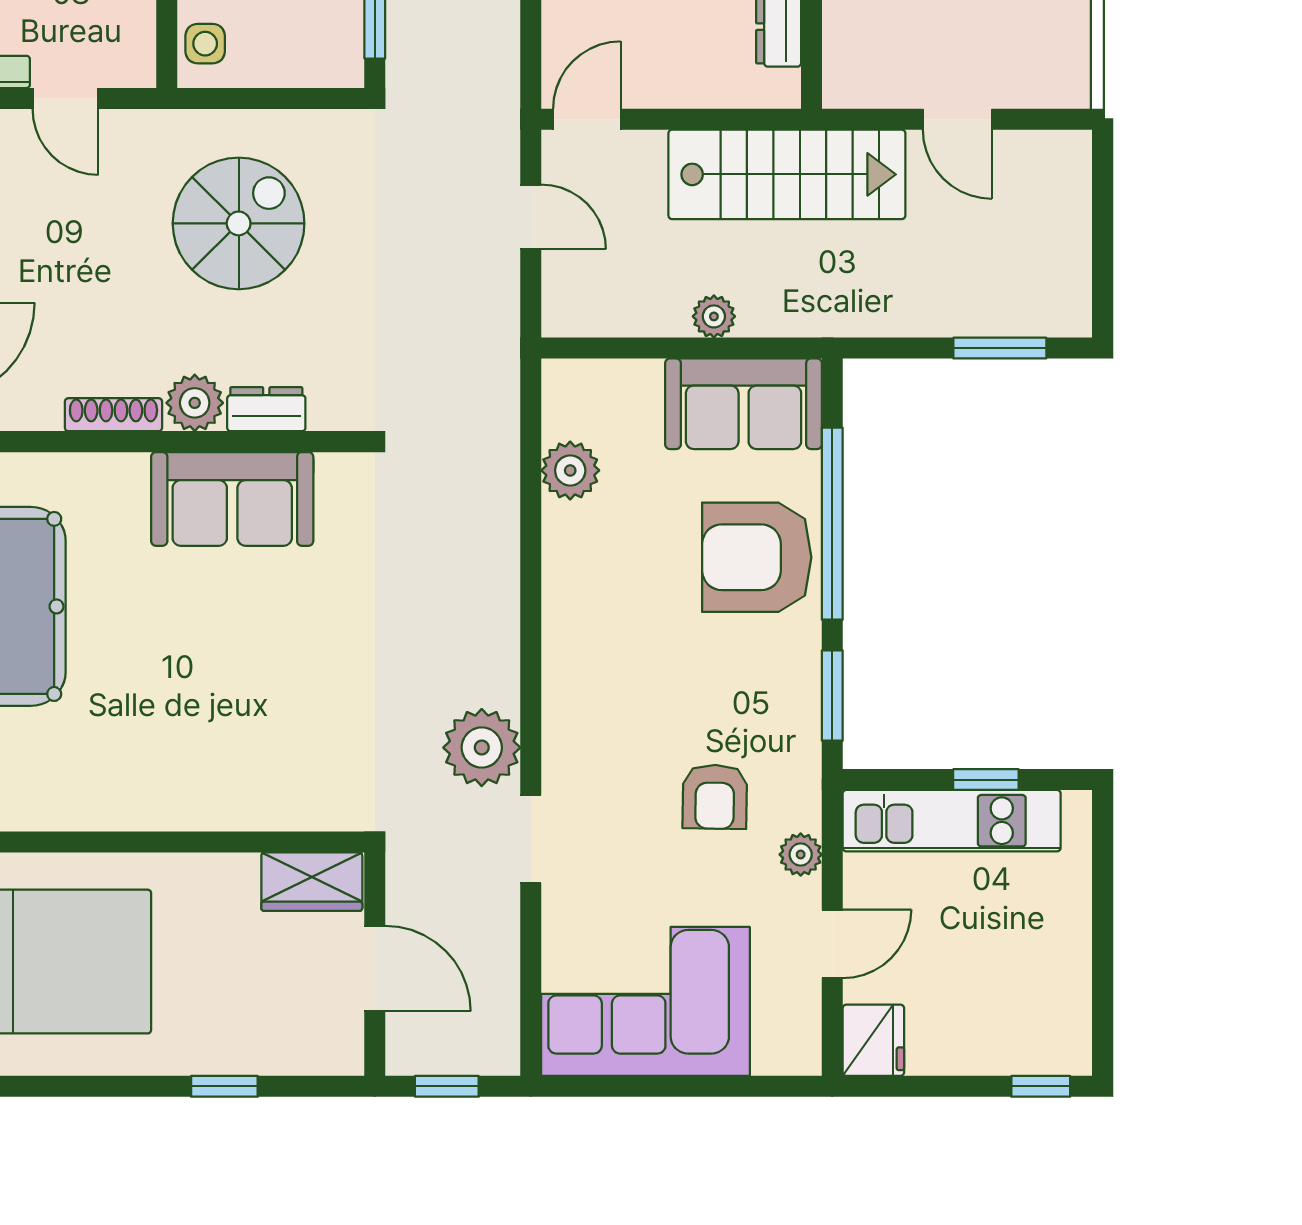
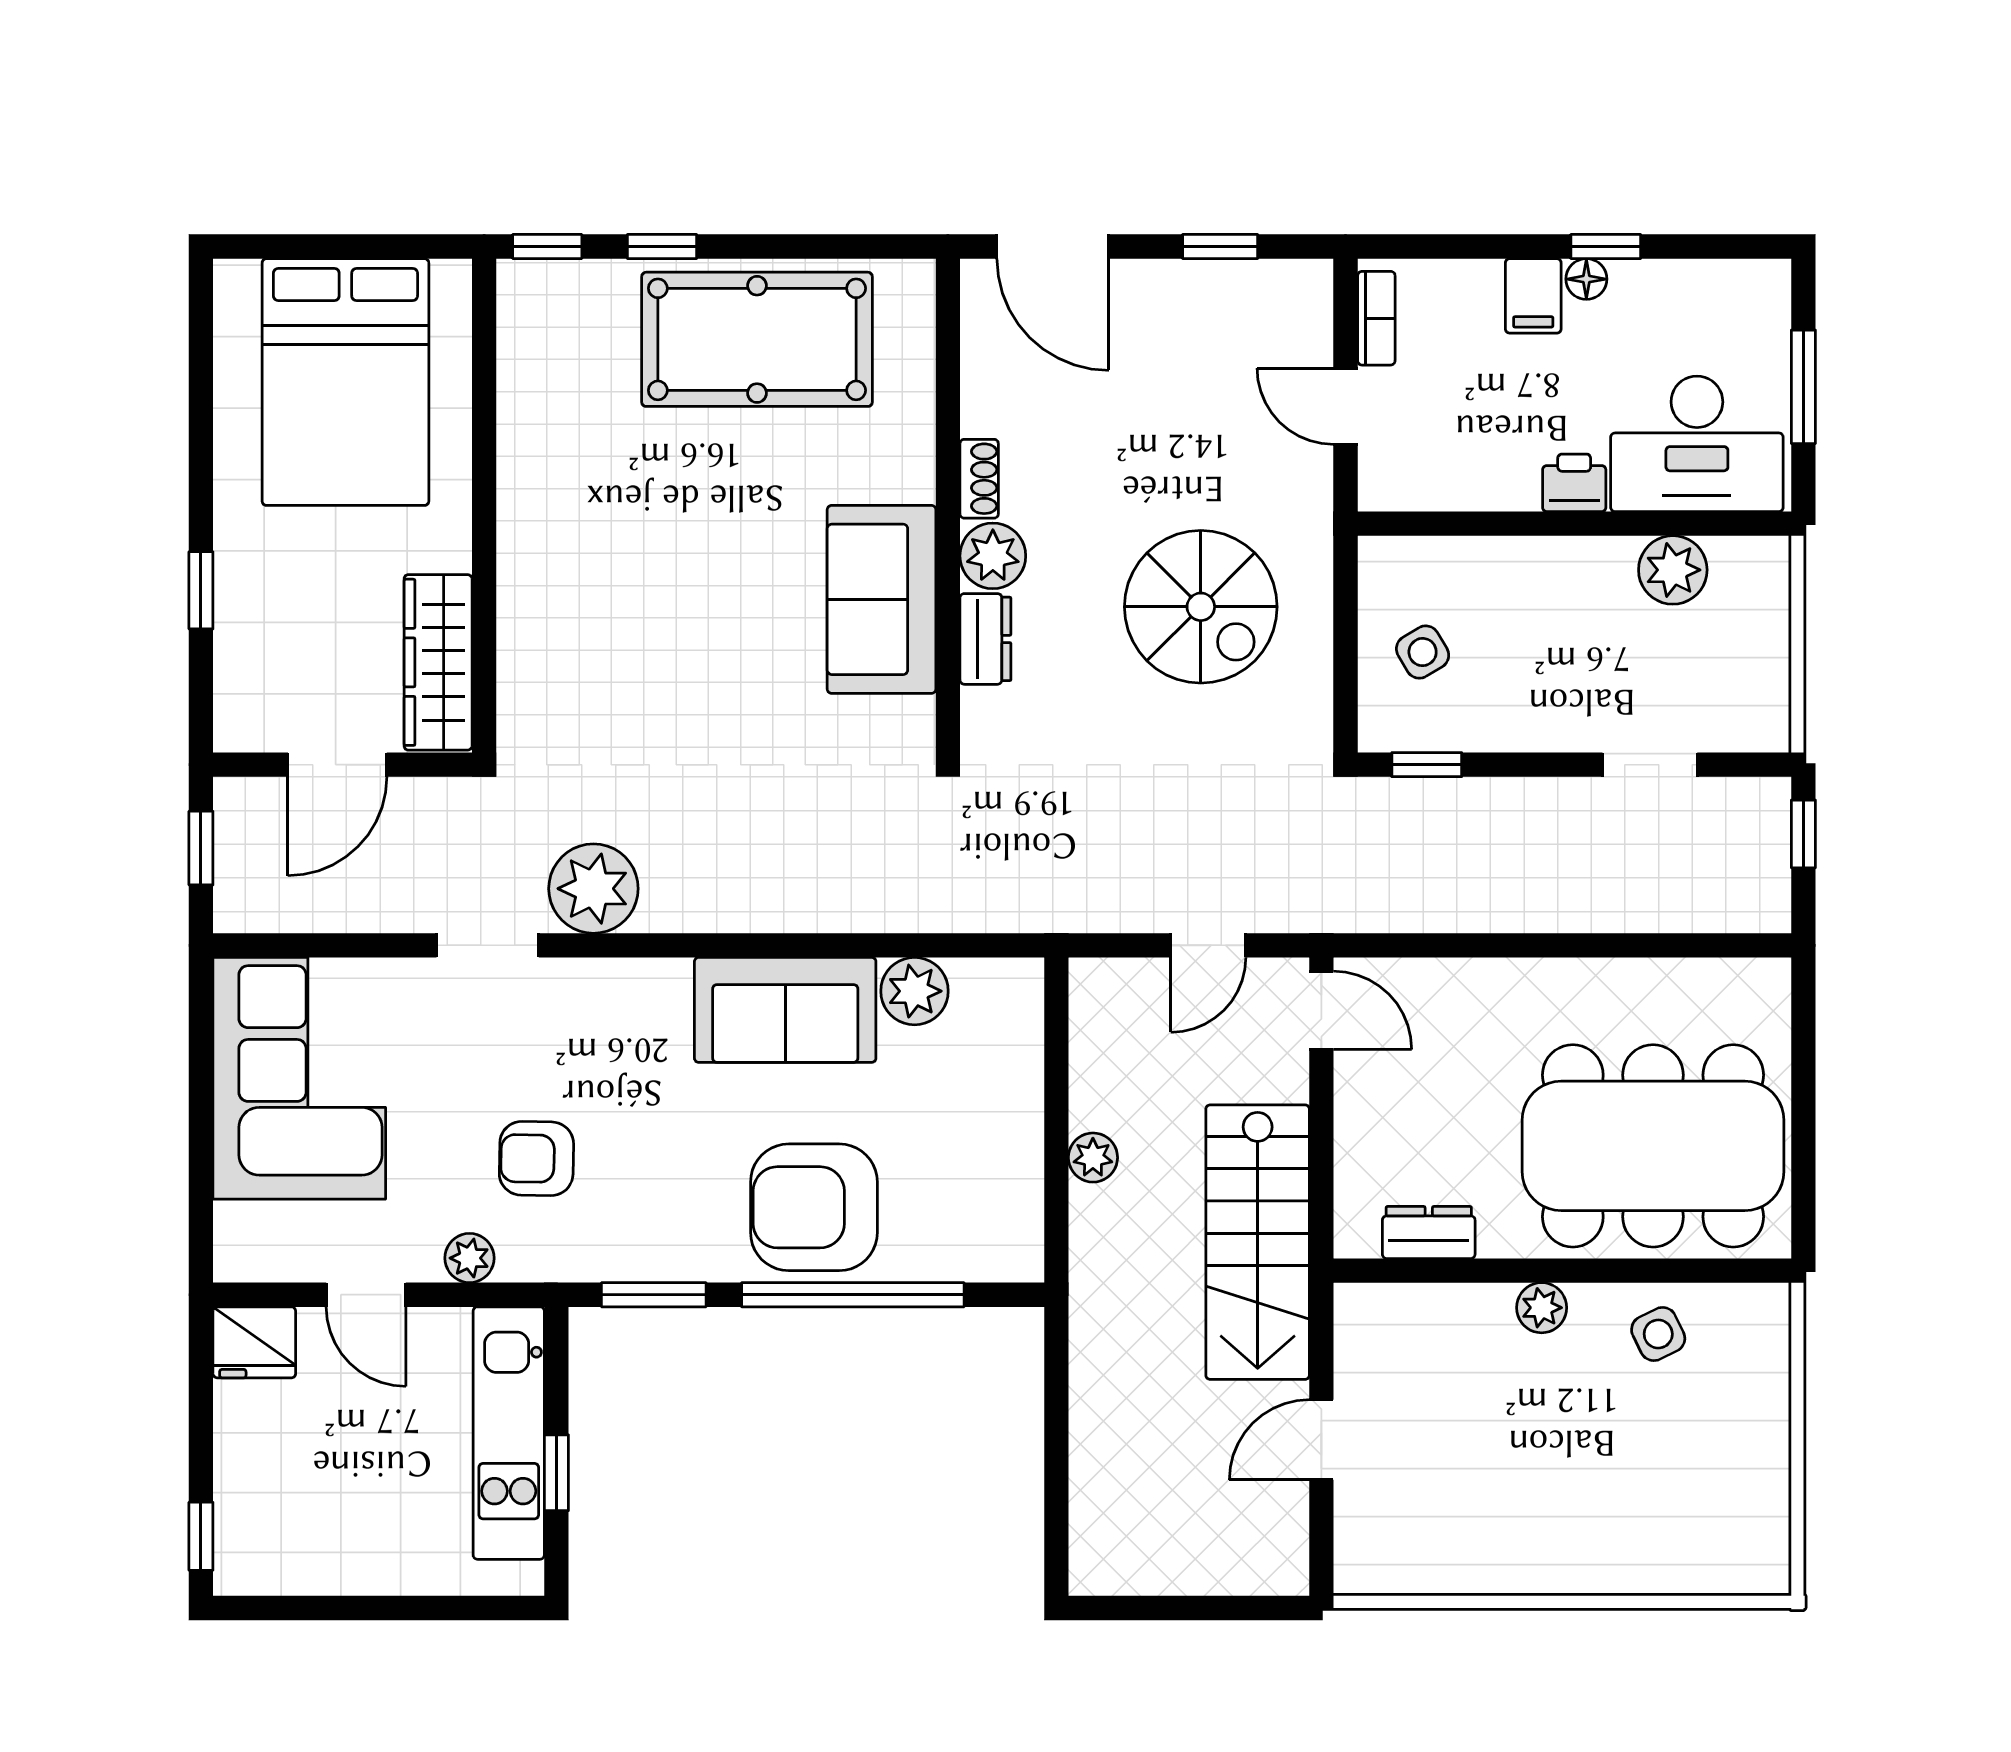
side table: (205, 44) -> (1423, 652), moved, turned -31
door: (66, 99) -> (1346, 406), hinge flipped
window: (1000, 348) -> (1056, 1489), removed
sofa: (744, 404) -> (785, 1010), moved, turned -90
shoe rack: (113, 415) -> (979, 479), width x0.70
armchair: (757, 557) -> (814, 1207), turned -90
wardrobe: (312, 882) -> (438, 662), width x1.50

